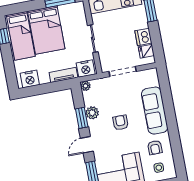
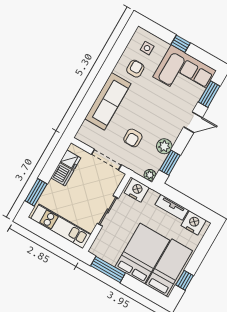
tv unit: (63, 75) -> (172, 207), moved
window: (82, 118) -> (170, 163), moved
armchair: (121, 123) -> (133, 138), moved

